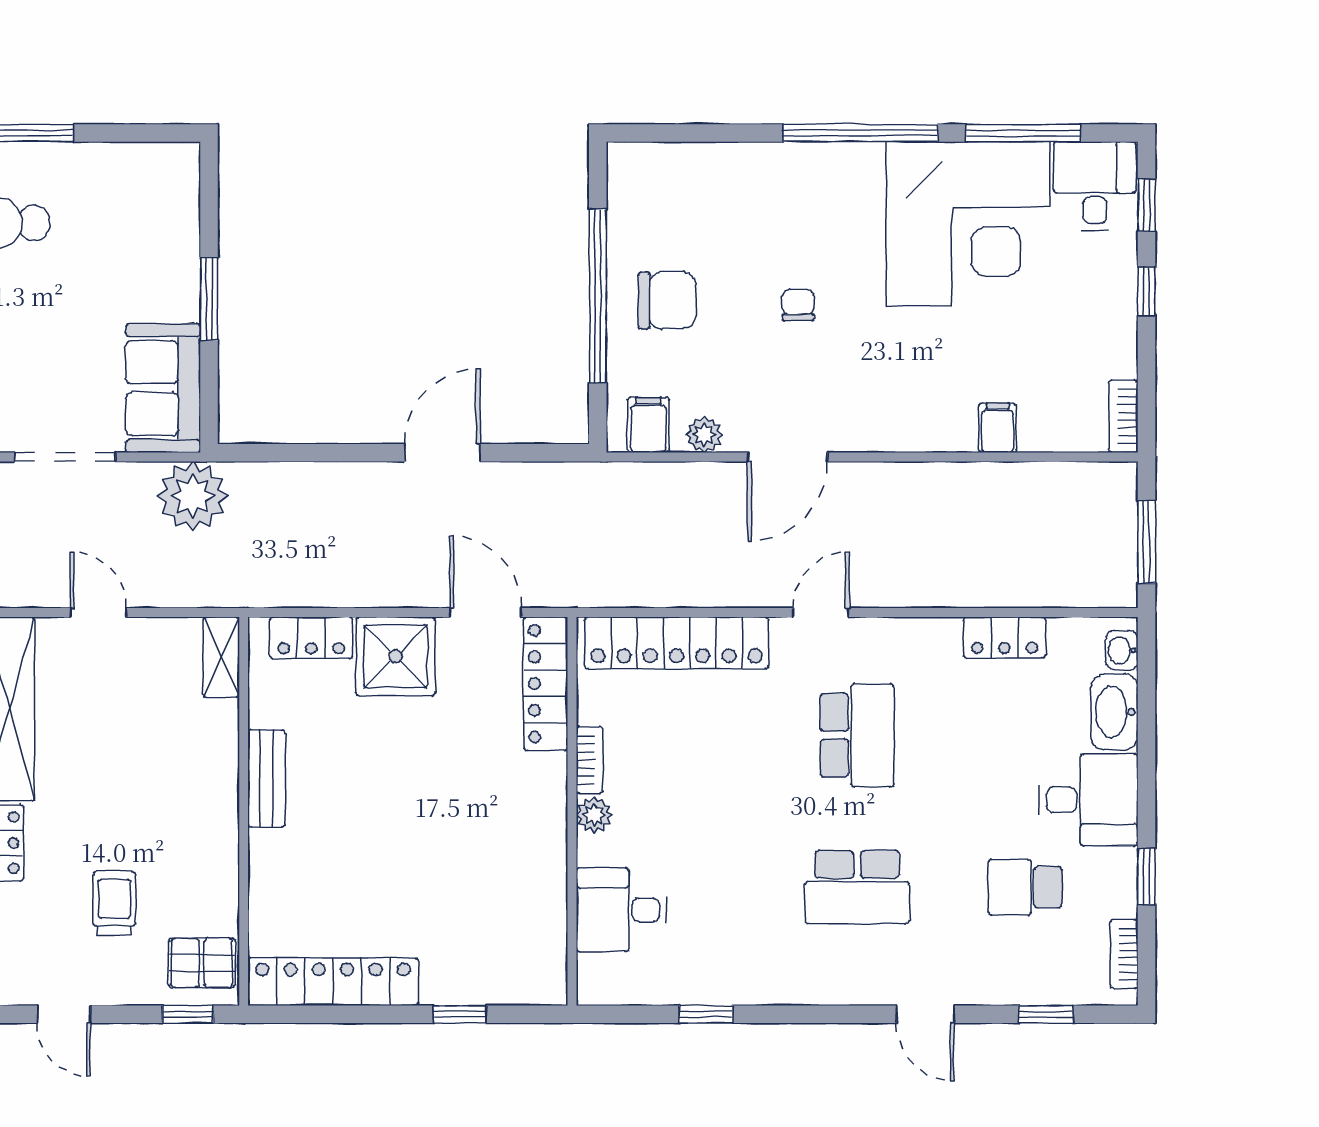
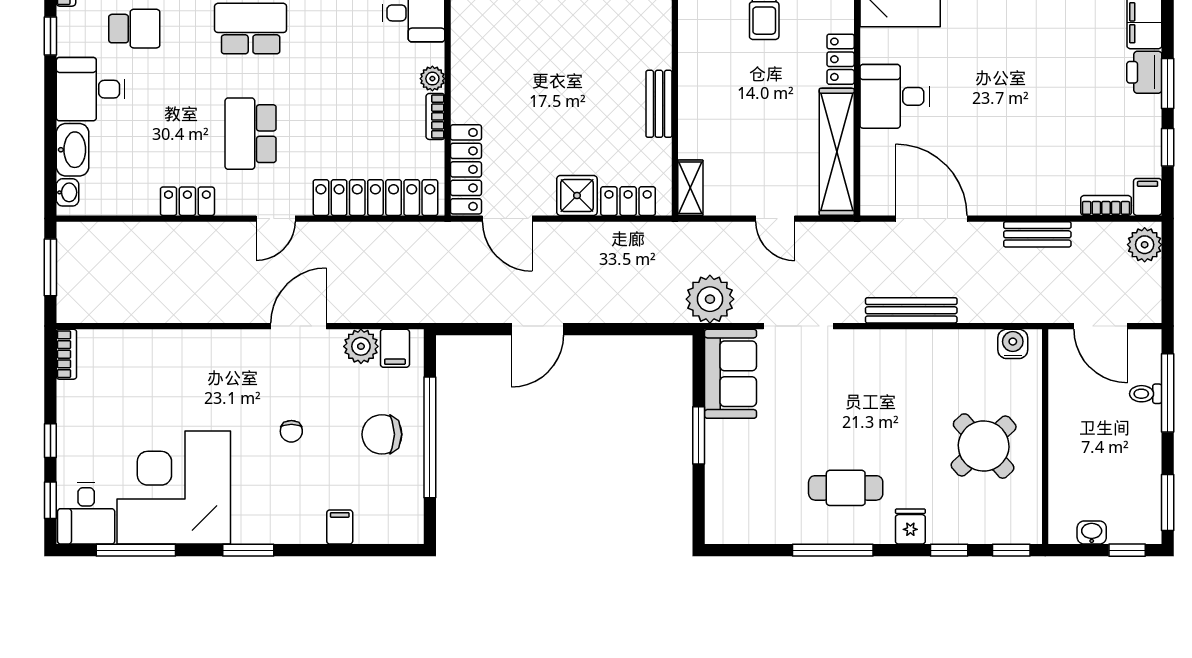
window: (860, 133) -> (248, 550), width x0.47
filing cabinet: (998, 428) -> (340, 527), moved, turned 180
plant: (704, 435) -> (361, 346), width x1.38, depth x1.38
locker: (1005, 638) -> (187, 201), moved
shower: (396, 656) -> (577, 196), width x0.73, depth x0.73

